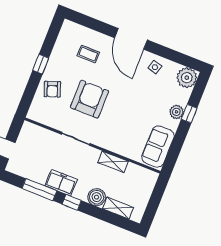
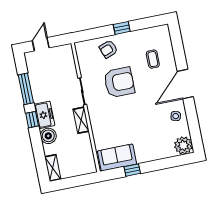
plant: (177, 112) -> (152, 155), removed
window: (189, 114) -> (132, 170), moved
shelving: (113, 162) -> (81, 120), moved
freezer: (61, 183) -> (44, 115), moved
shelving: (118, 208) -> (53, 168), moved

